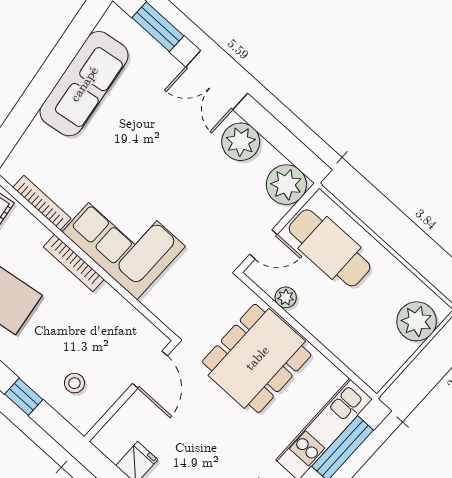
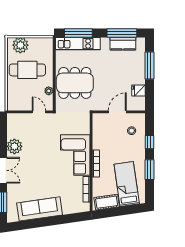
plant: (286, 185) -> (15, 121), removed
cafe table: (329, 248) -> (27, 70), moved, turned 90
door: (150, 370) -> (117, 112), moved

